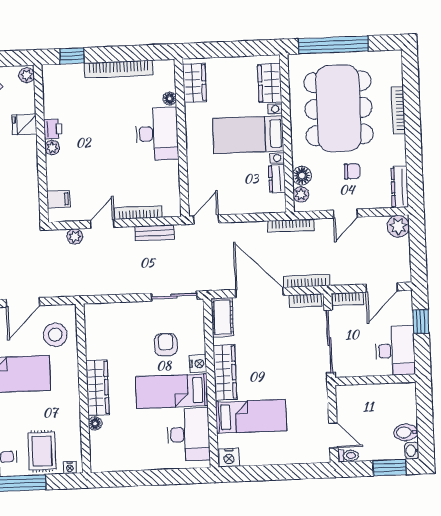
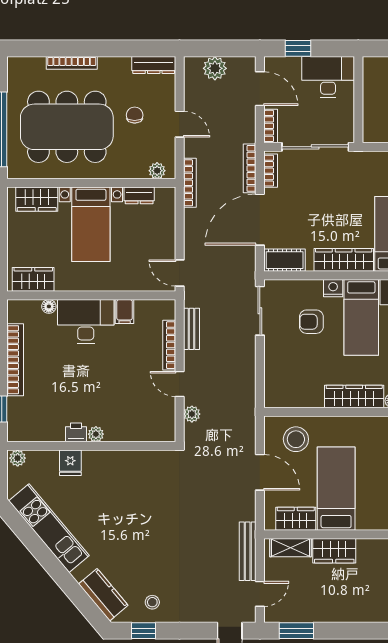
floor lamp: (302, 176) -> (137, 169), removed
filing cabinet: (58, 199) -> (125, 312), moved, turned 180
plant: (398, 226) -> (215, 68), moved

